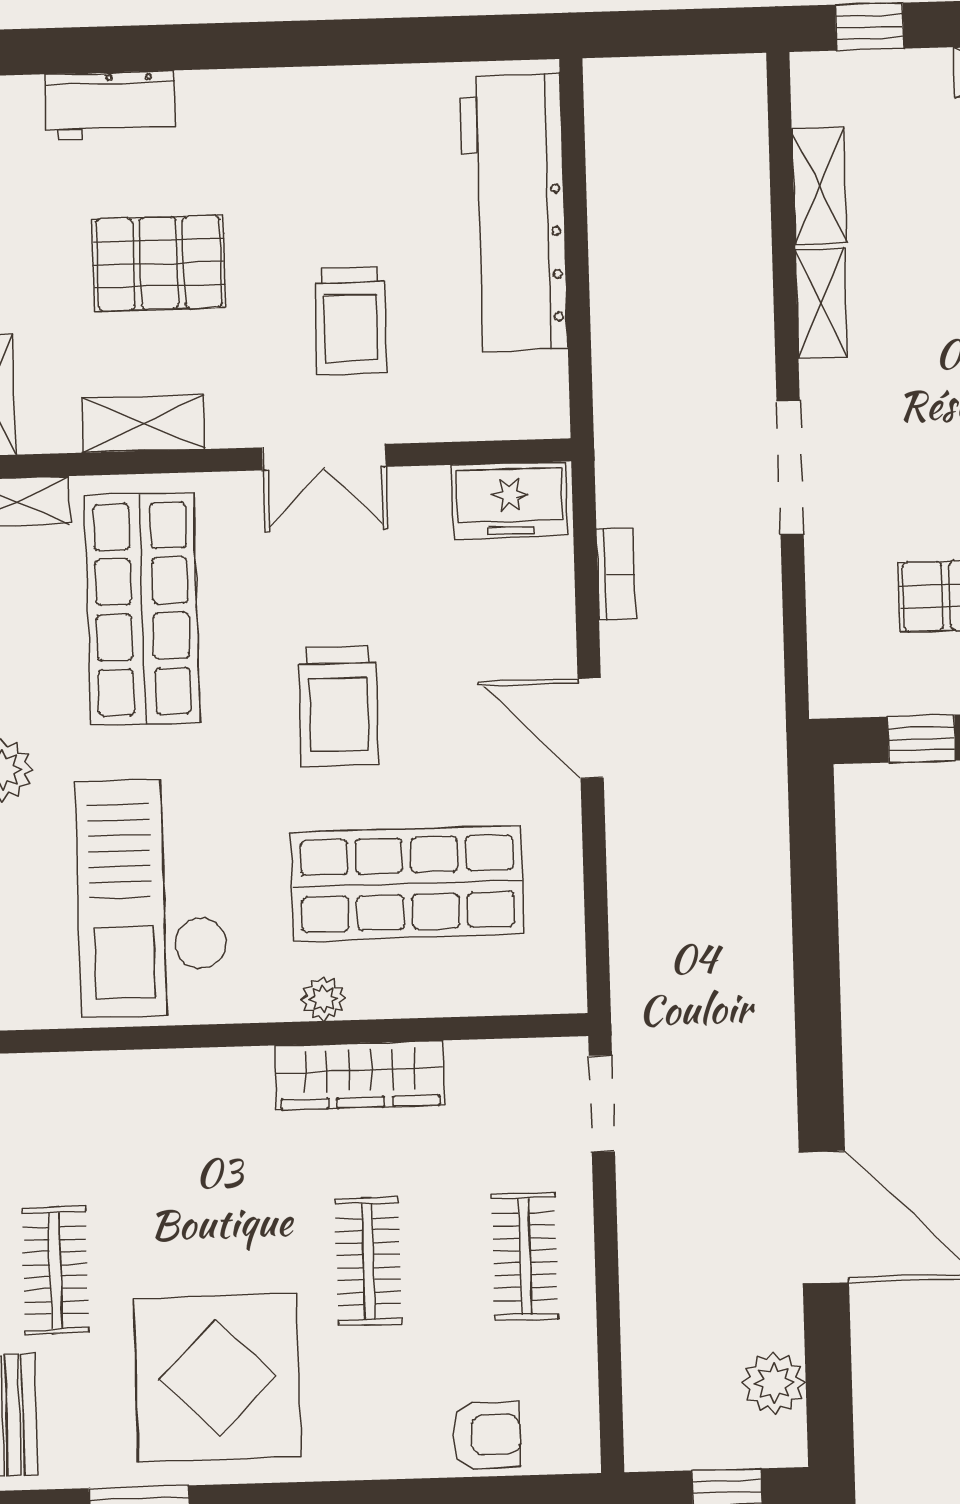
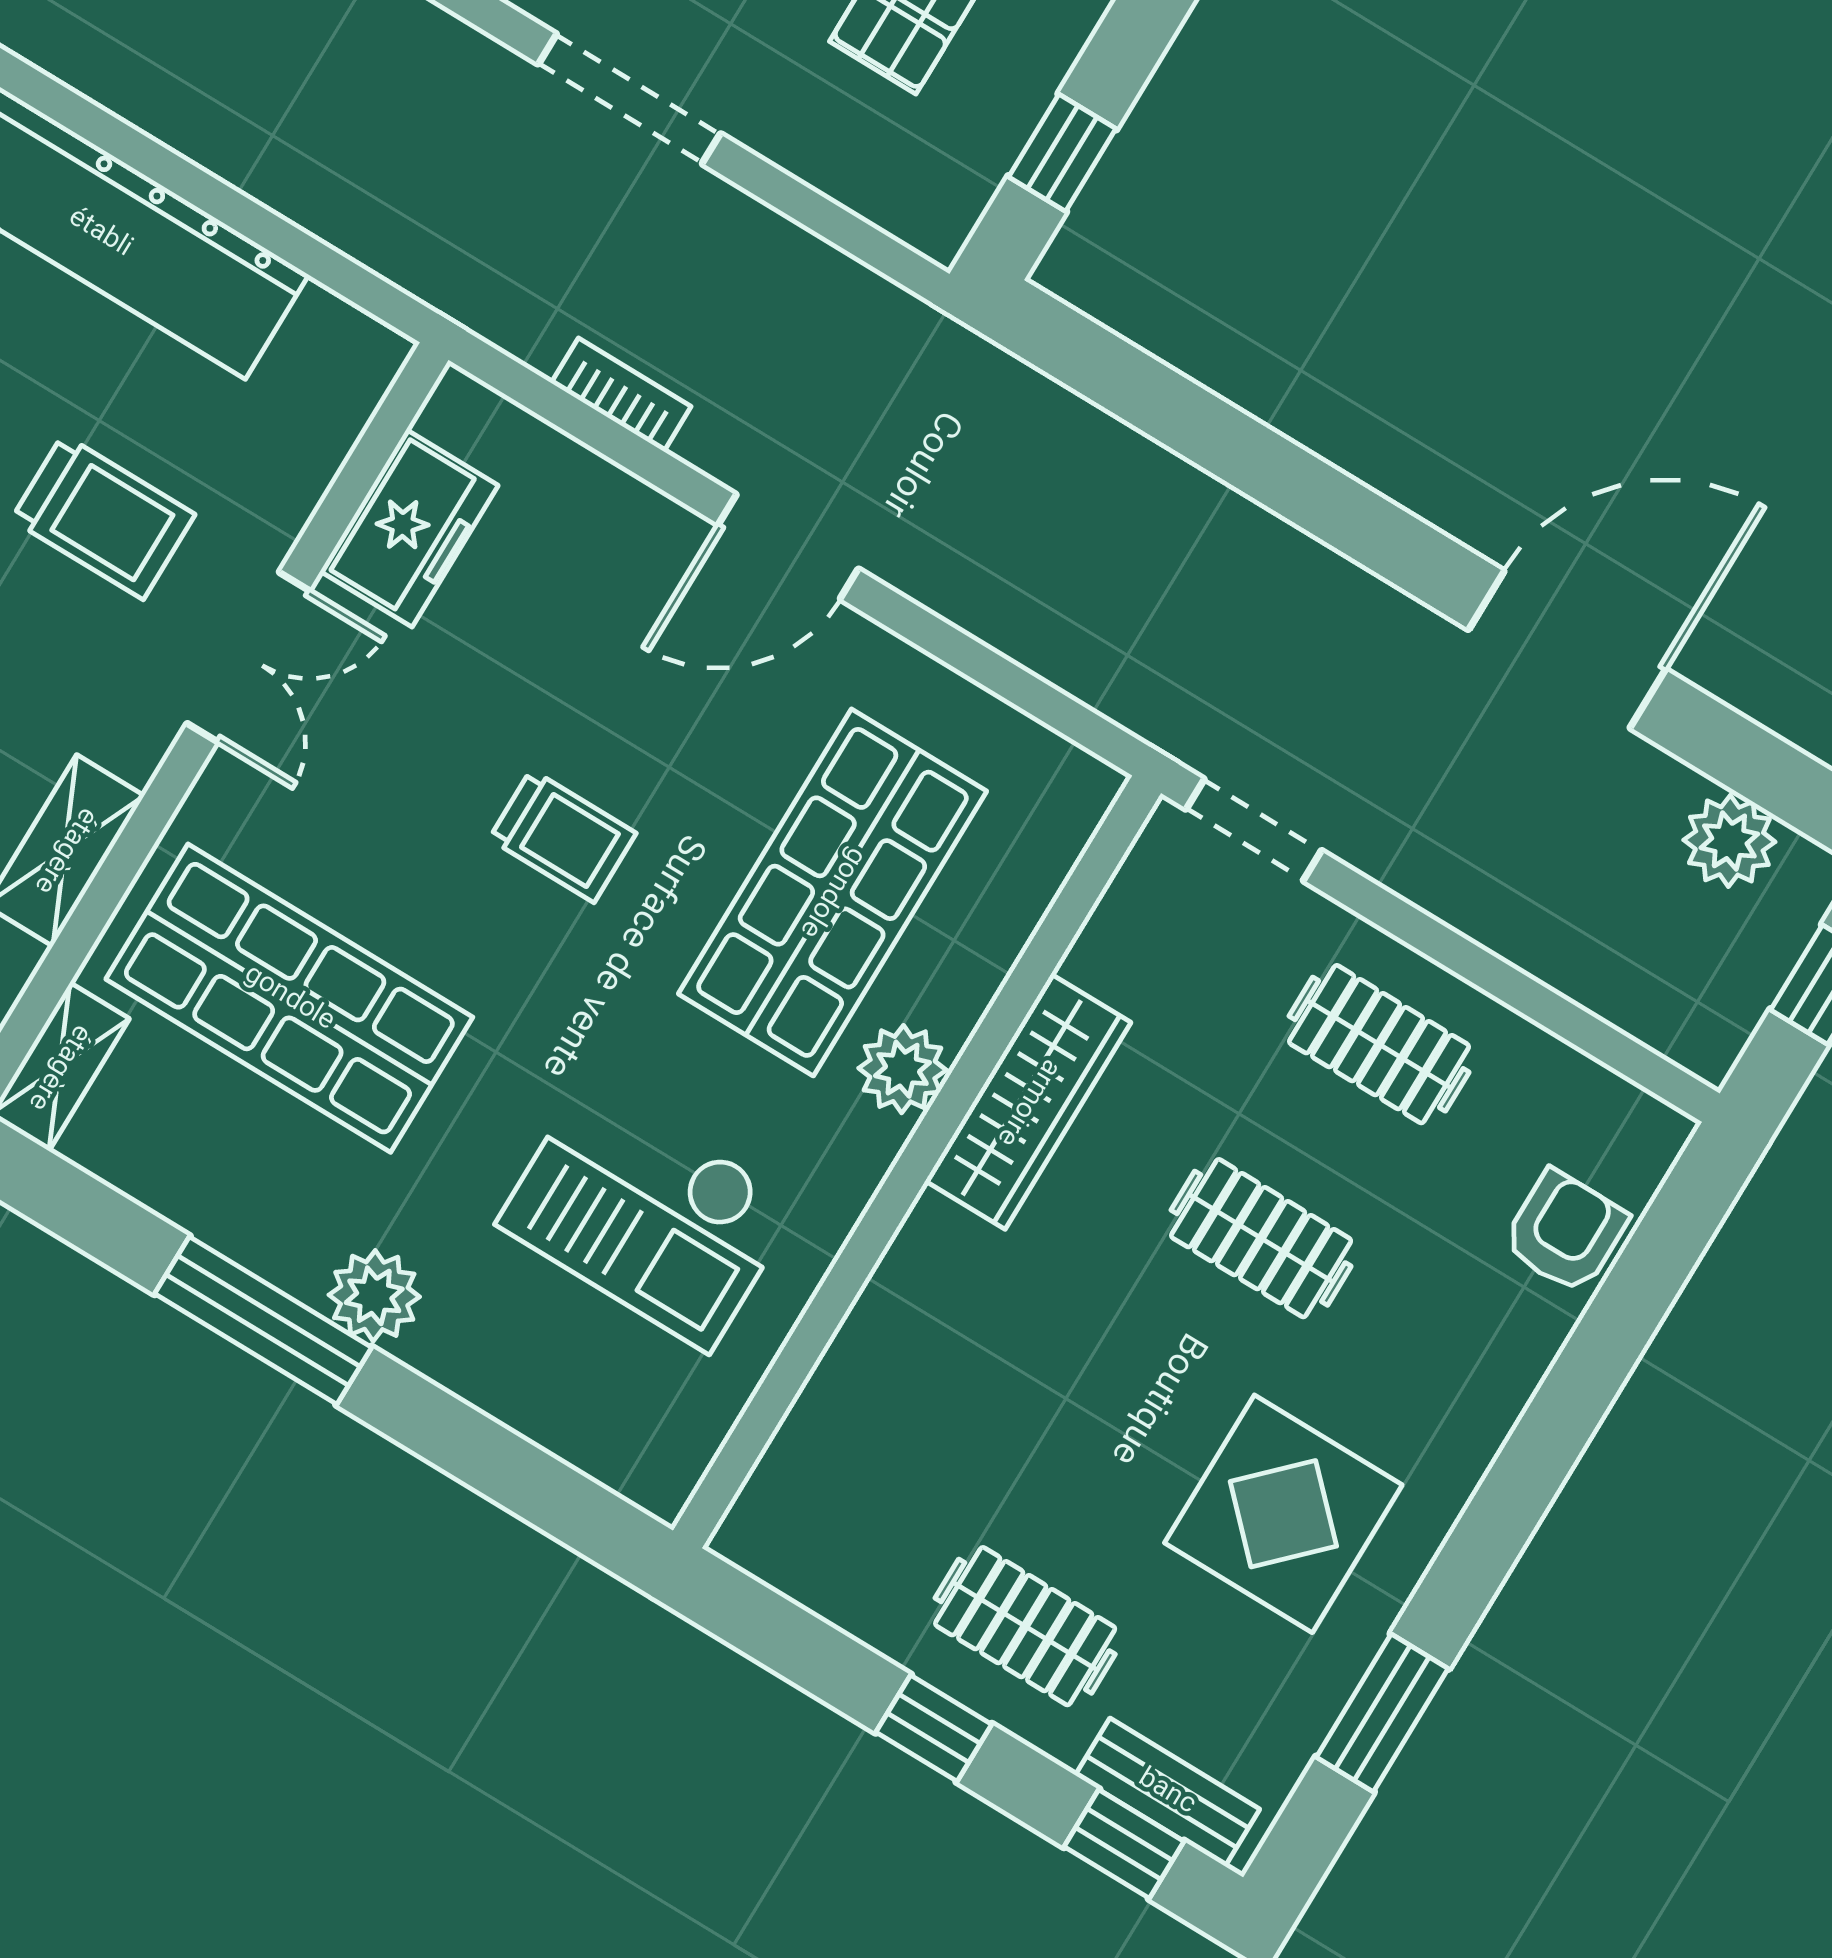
freezer: (510, 500) -> (409, 528), moved
trolley: (339, 706) -> (563, 836), width x0.73, depth x0.72
checkout: (152, 898) -> (648, 1214), width x0.73, depth x0.83
plant: (323, 999) -> (903, 1069), width x1.38, depth x1.38
display table: (217, 1378) -> (1283, 1514), width x0.73, depth x0.73

